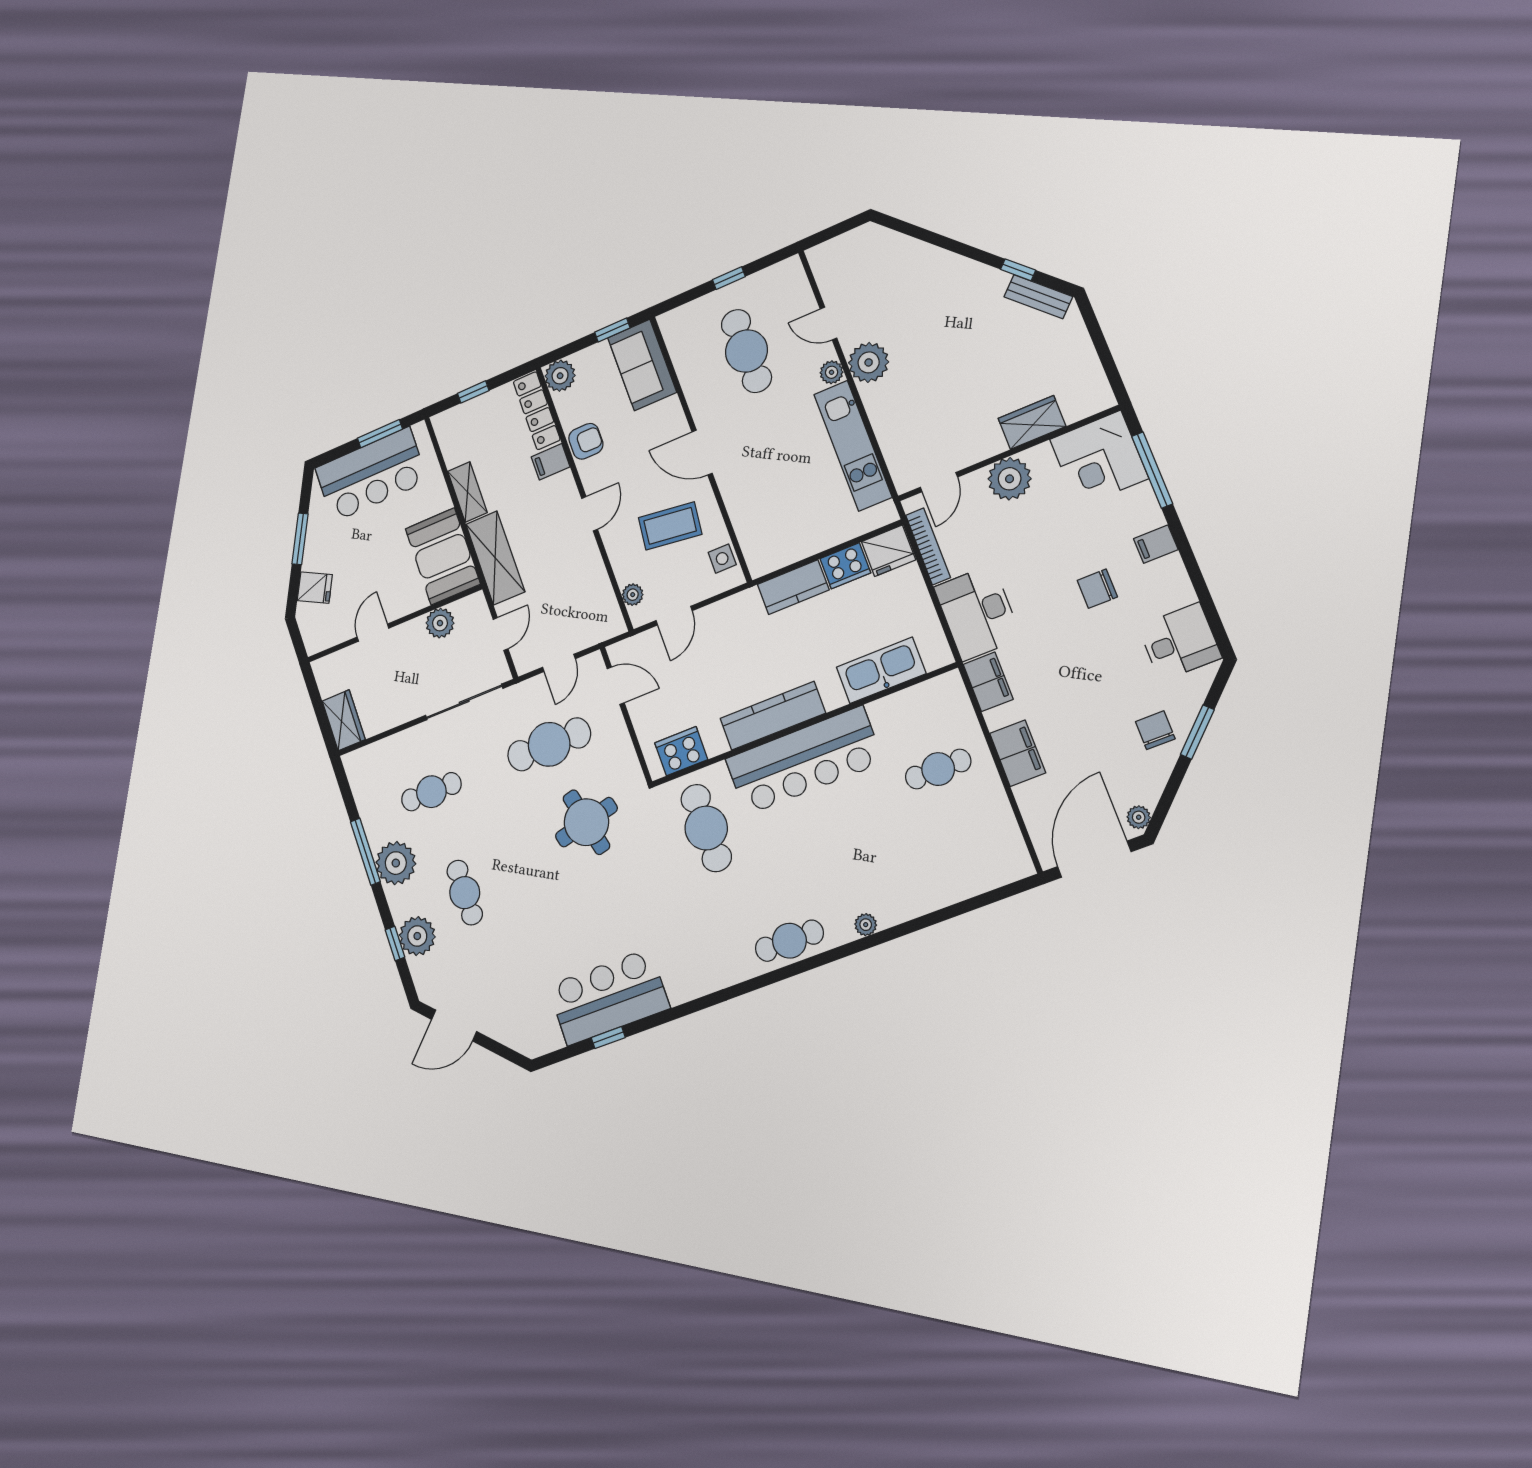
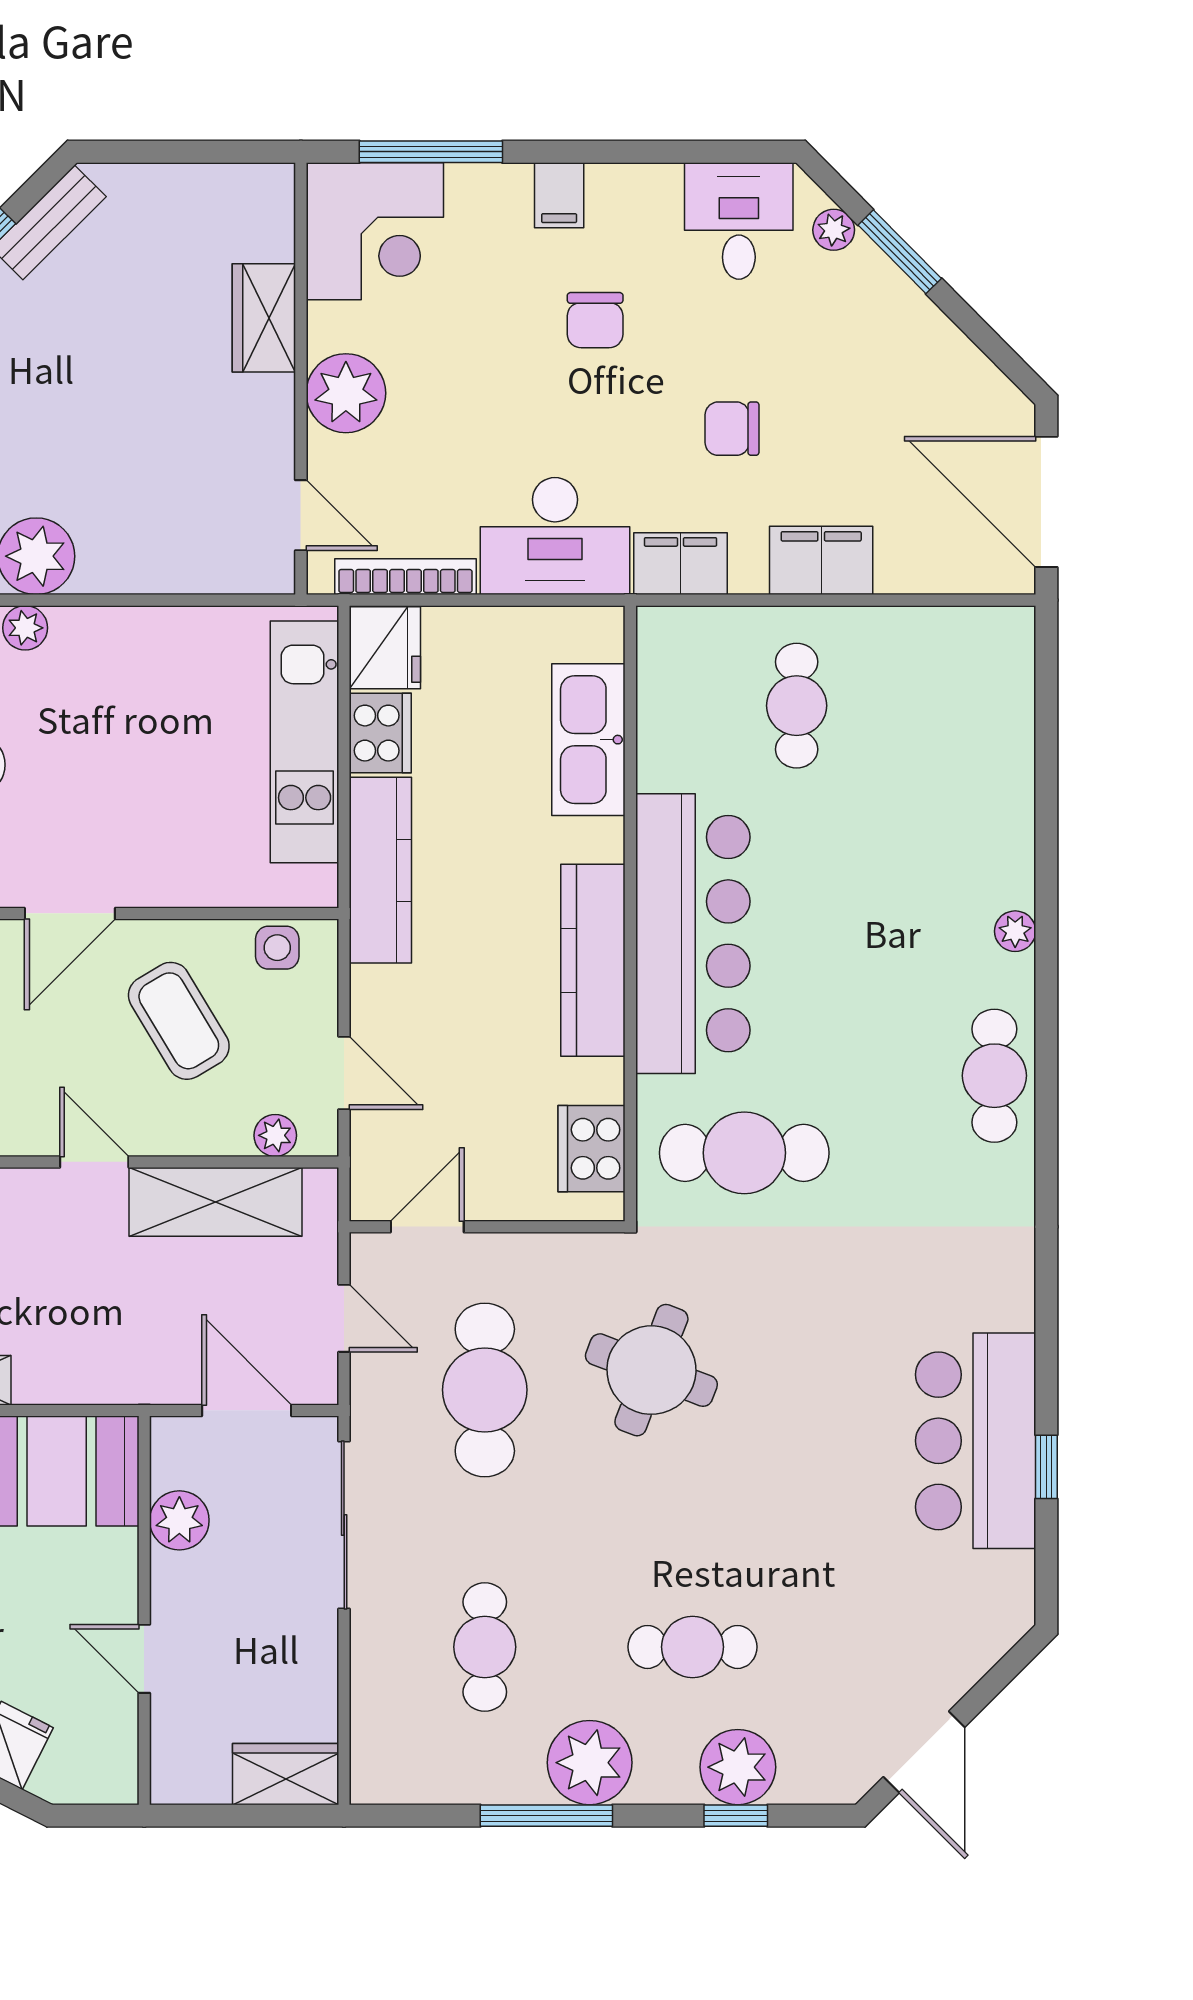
kitchen unit: (853, 446) -> (305, 742), moved, turned 90
coffee table: (670, 526) -> (179, 1021), turned -38
shelving: (495, 558) -> (215, 1202), moved
kitchen counter: (793, 587) -> (380, 870), width x1.50
door: (501, 634) -> (247, 1410), width x1.38
chair: (1155, 730) -> (732, 429), moved
plant: (1139, 817) -> (834, 230), moved
round table: (586, 822) -> (651, 1370), turned 34

